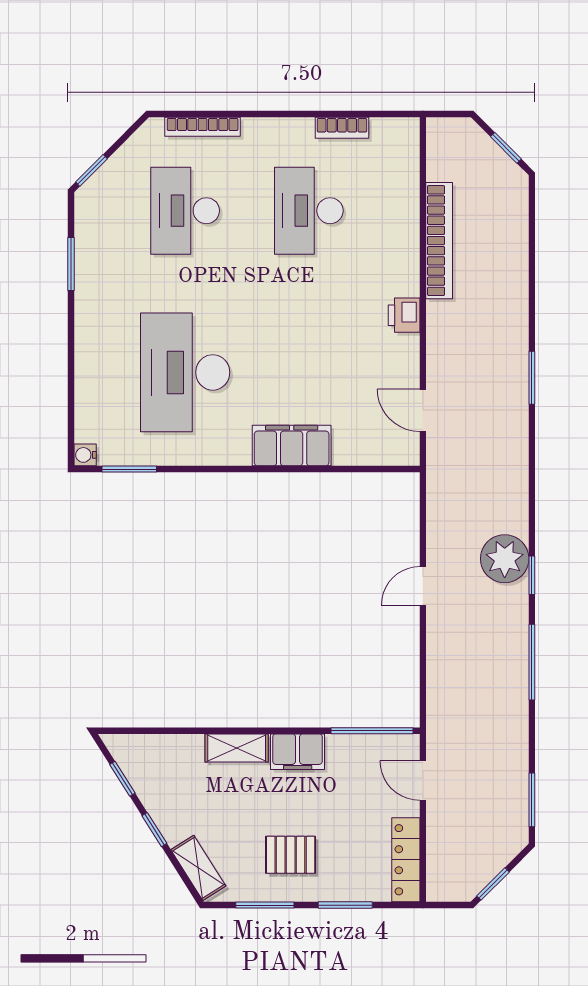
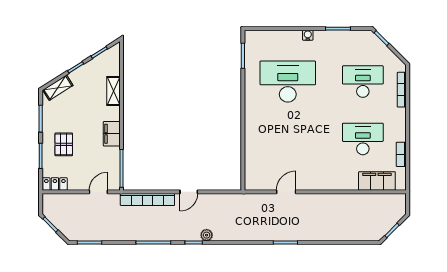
bookcase: (439, 241) -> (147, 199), moved
printer: (404, 315) -> (314, 183), removed
door: (423, 410) -> (286, 192), moved
filing cabinet: (292, 446) -> (377, 181), moved, turned -90
water cooler: (85, 455) -> (308, 35), moved
plant: (505, 559) -> (207, 235), width x0.53, depth x0.53
door: (423, 586) -> (189, 192), swing flipped
shelving: (237, 748) -> (114, 91), moved
pallet: (291, 855) -> (64, 144), moved
locker: (406, 860) -> (55, 184), width x0.66

